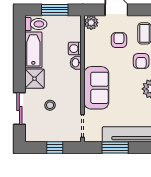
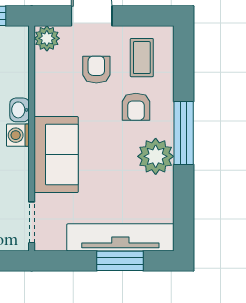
washing machine: (75, 49) -> (18, 135), moved
window: (115, 147) -> (120, 261), moved

